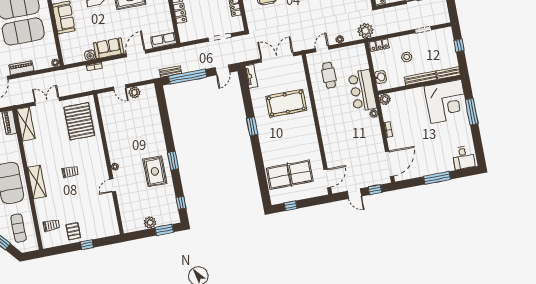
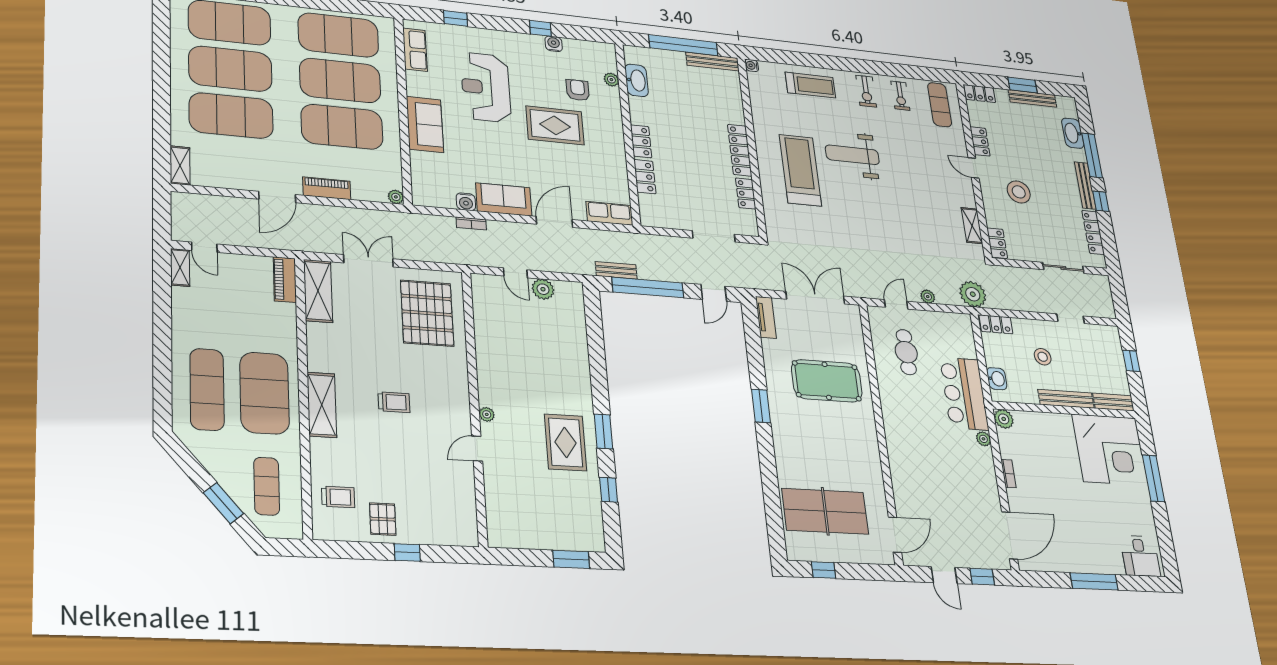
window: (181, 203) -> (609, 490), moved
plant: (150, 222) -> (544, 538), removed

